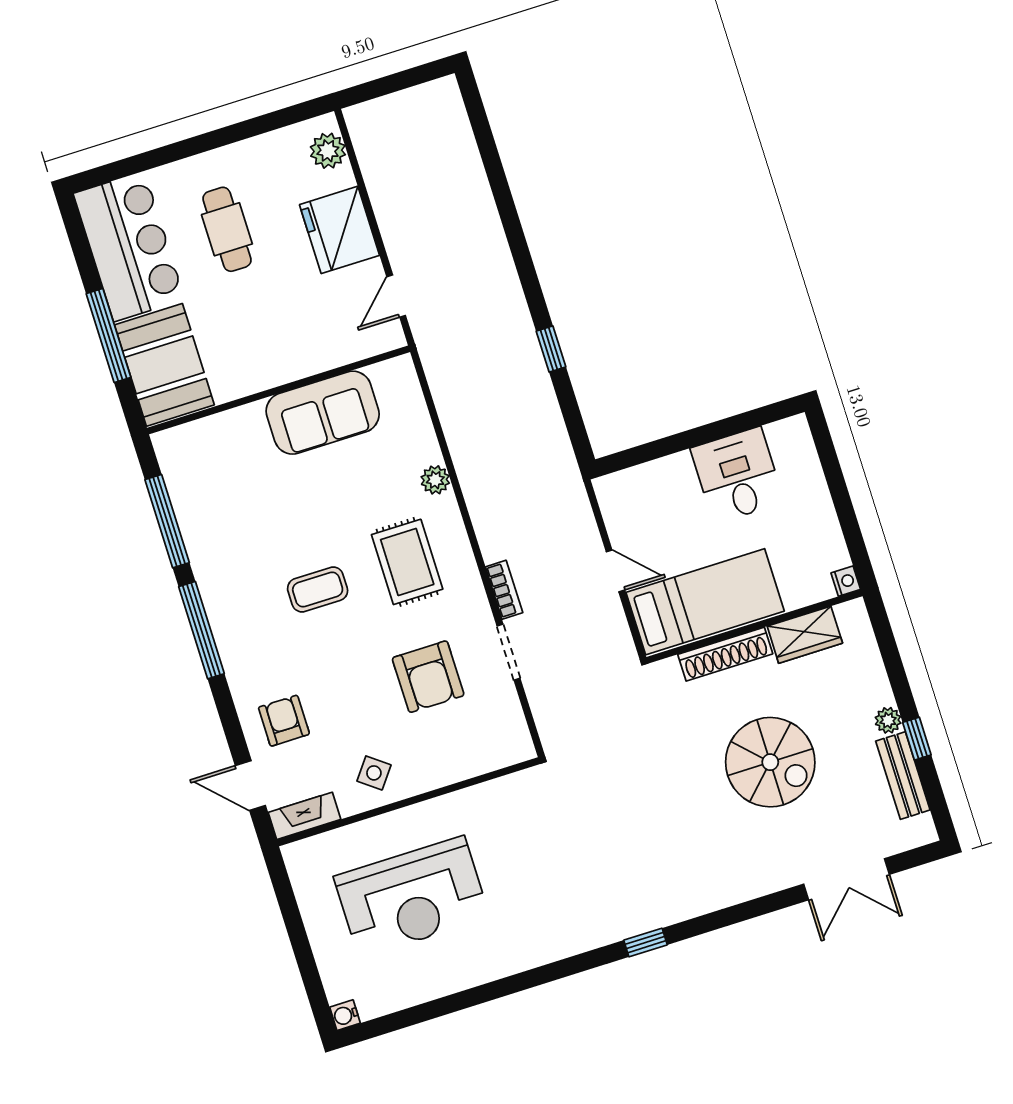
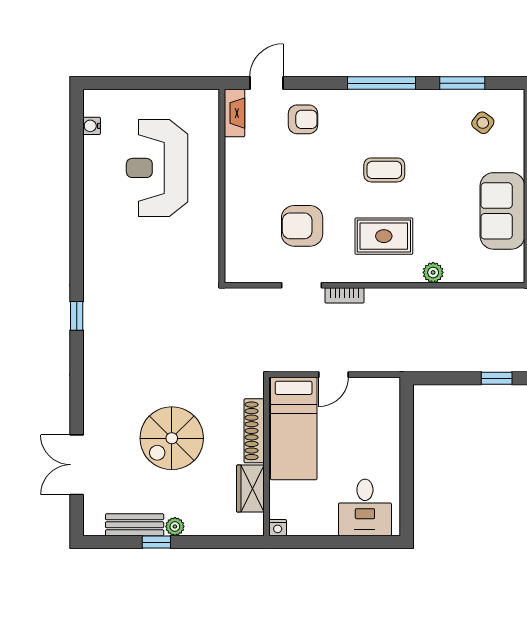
desk: (737, 475) -> (365, 507), moved, turned 90
window: (167, 521) -> (462, 83), width x0.69
coffee table: (318, 589) -> (384, 170), turned 90
side table: (374, 773) -> (483, 123), moved
water cooler: (345, 1015) -> (92, 126), moved, turned -90

